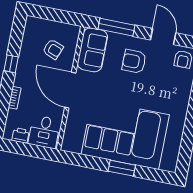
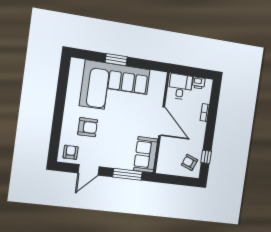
door: (163, 36) -> (89, 170), hinge flipped
armchair: (53, 49) -> (190, 162), moved
armchair: (134, 61) -> (88, 127), moved
window: (11, 64) -> (206, 157), moved

